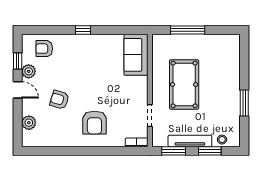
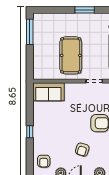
window: (188, 30) -> (30, 32), moved
pool table: (184, 84) -> (71, 55), turned 90

